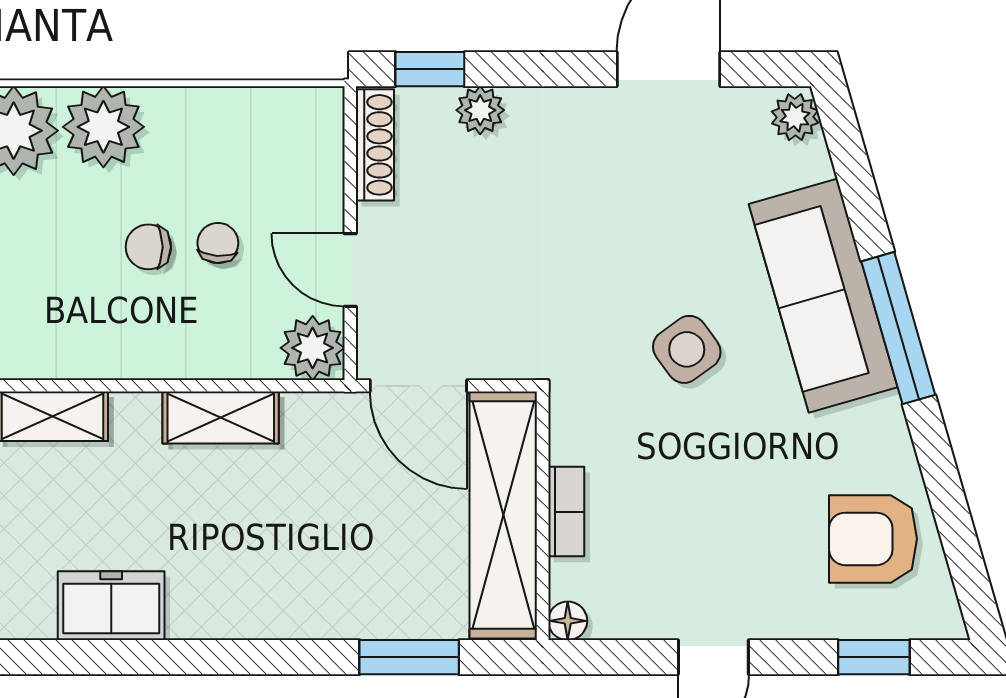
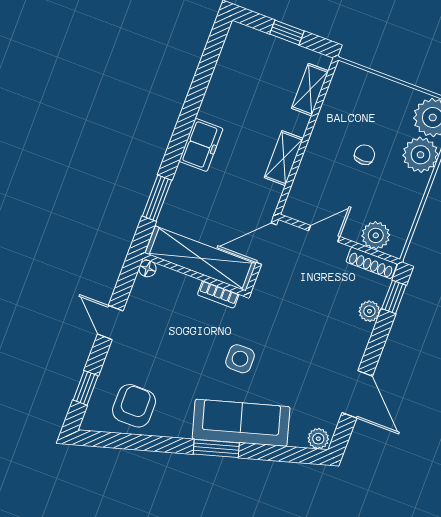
chair: (218, 243) -> (355, 184), removed
window: (898, 328) -> (216, 448), width x0.69
plant: (313, 348) -> (376, 235), moved
side table: (687, 349) -> (240, 359), turned 36
bookcase: (566, 512) -> (218, 294), moved
freezer: (111, 606) -> (201, 145), moved

